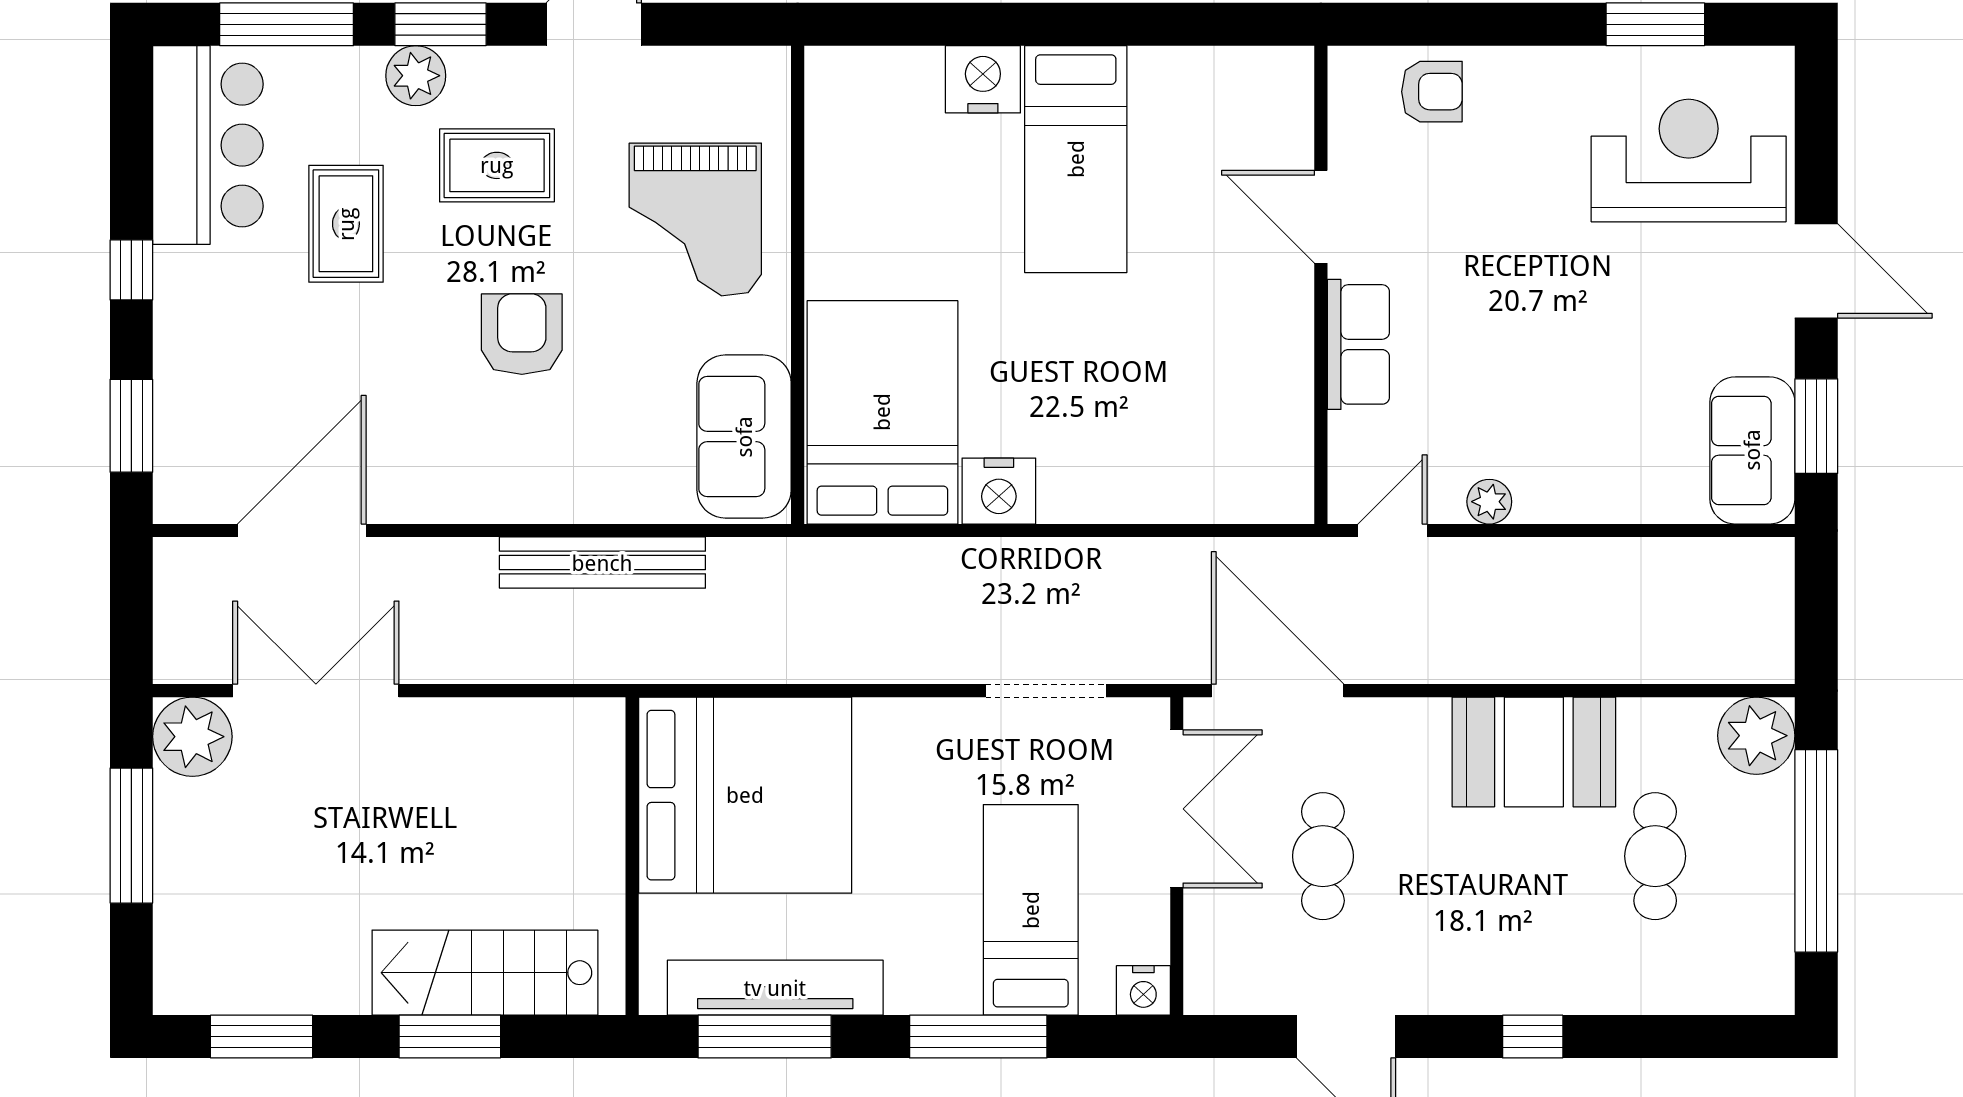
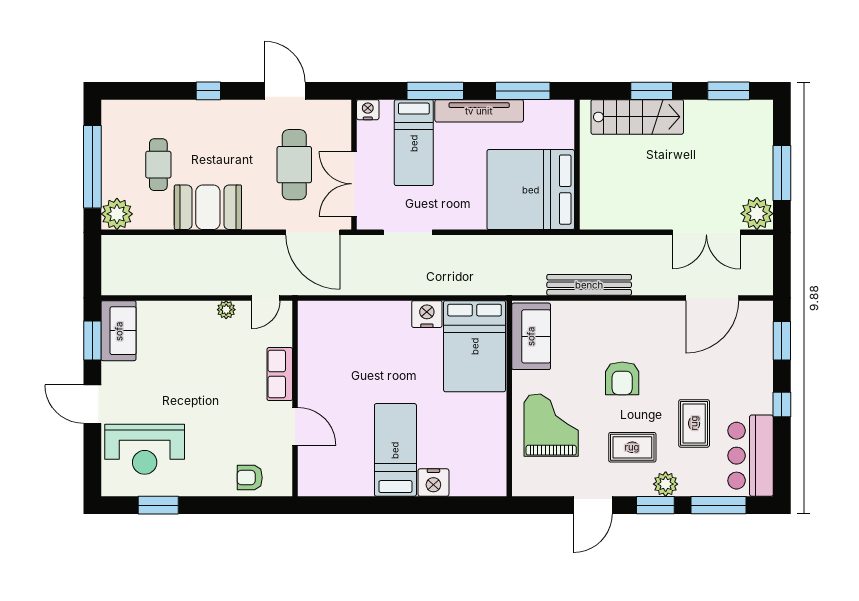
cafe table: (1323, 856) -> (294, 165), width x1.37, depth x1.35
tv unit: (775, 988) -> (479, 111), moved

